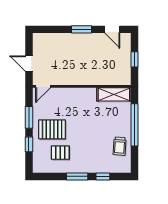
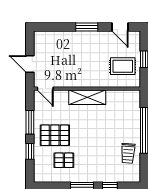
rug: (115, 66) -> (123, 66), added
door: (43, 86) -> (45, 89), hinge flipped
shelving: (114, 94) -> (87, 97), moved

